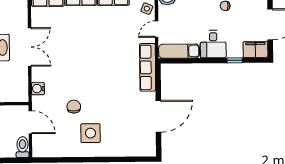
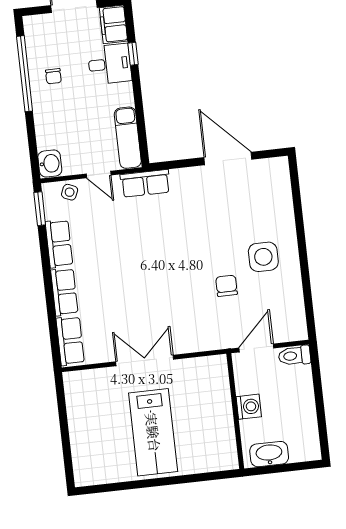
desk: (213, 44) -> (110, 64), moved
row of seats: (148, 67) -> (145, 183), width x0.68
water cooler: (38, 89) -> (205, 342), removed
chair: (74, 107) -> (226, 286), turned 90

